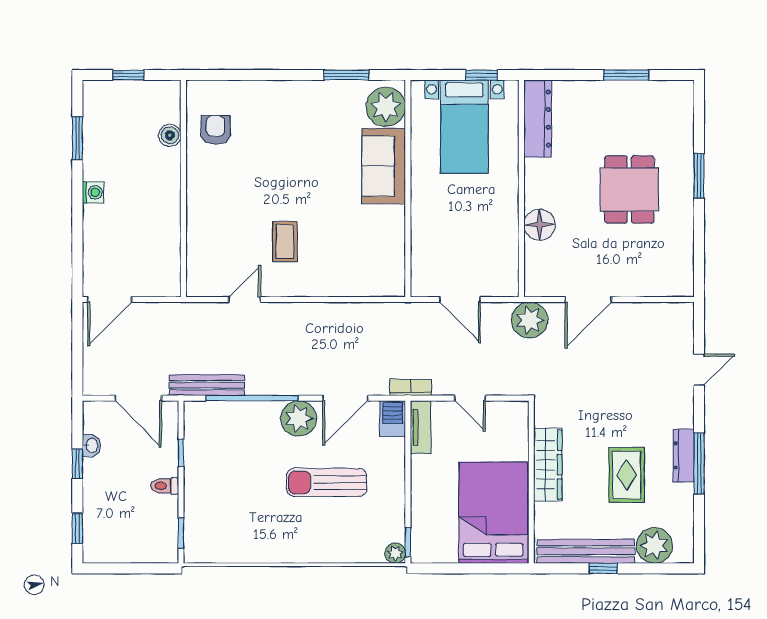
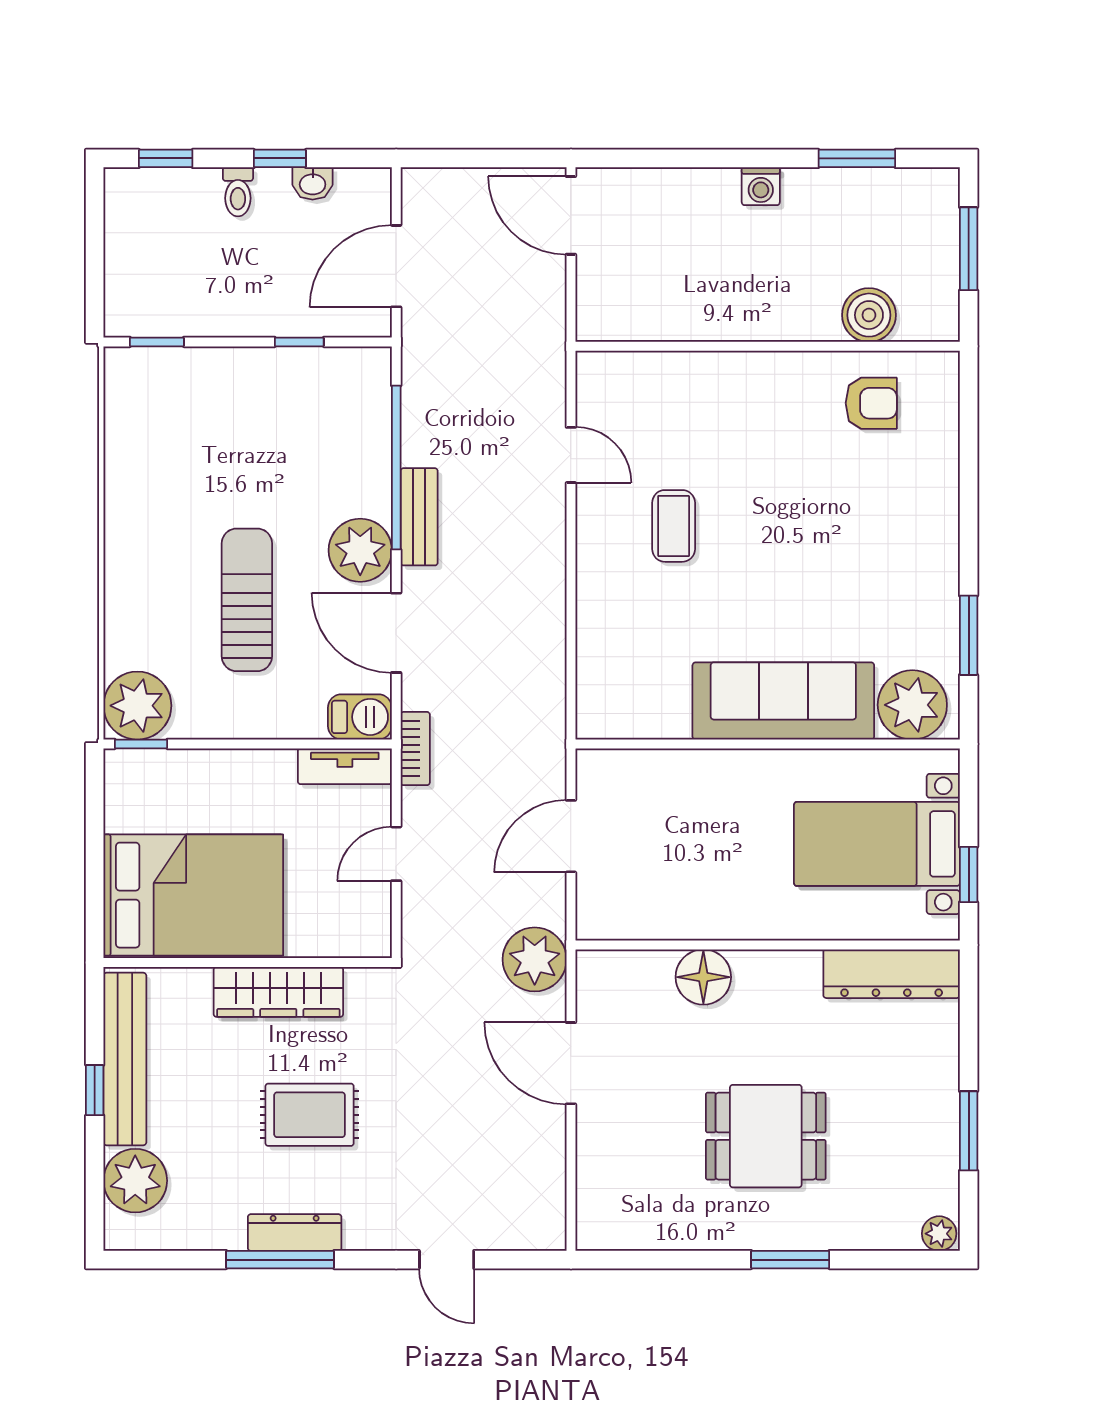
window: (128, 75) -> (969, 249), width x1.50
plant: (684, 92) -> (939, 1234), added
boiler: (170, 135) -> (869, 315), width x1.36, depth x1.36
sofa: (384, 166) -> (783, 701), width x1.36
coffee table: (285, 242) -> (674, 526), turned 90
bench: (207, 385) -> (419, 517), moved, width x0.73
rug: (627, 475) -> (310, 1115), moved
toilet: (165, 486) -> (238, 192), moved, turned 180
plant: (395, 553) -> (137, 706), width x1.88, depth x1.88

